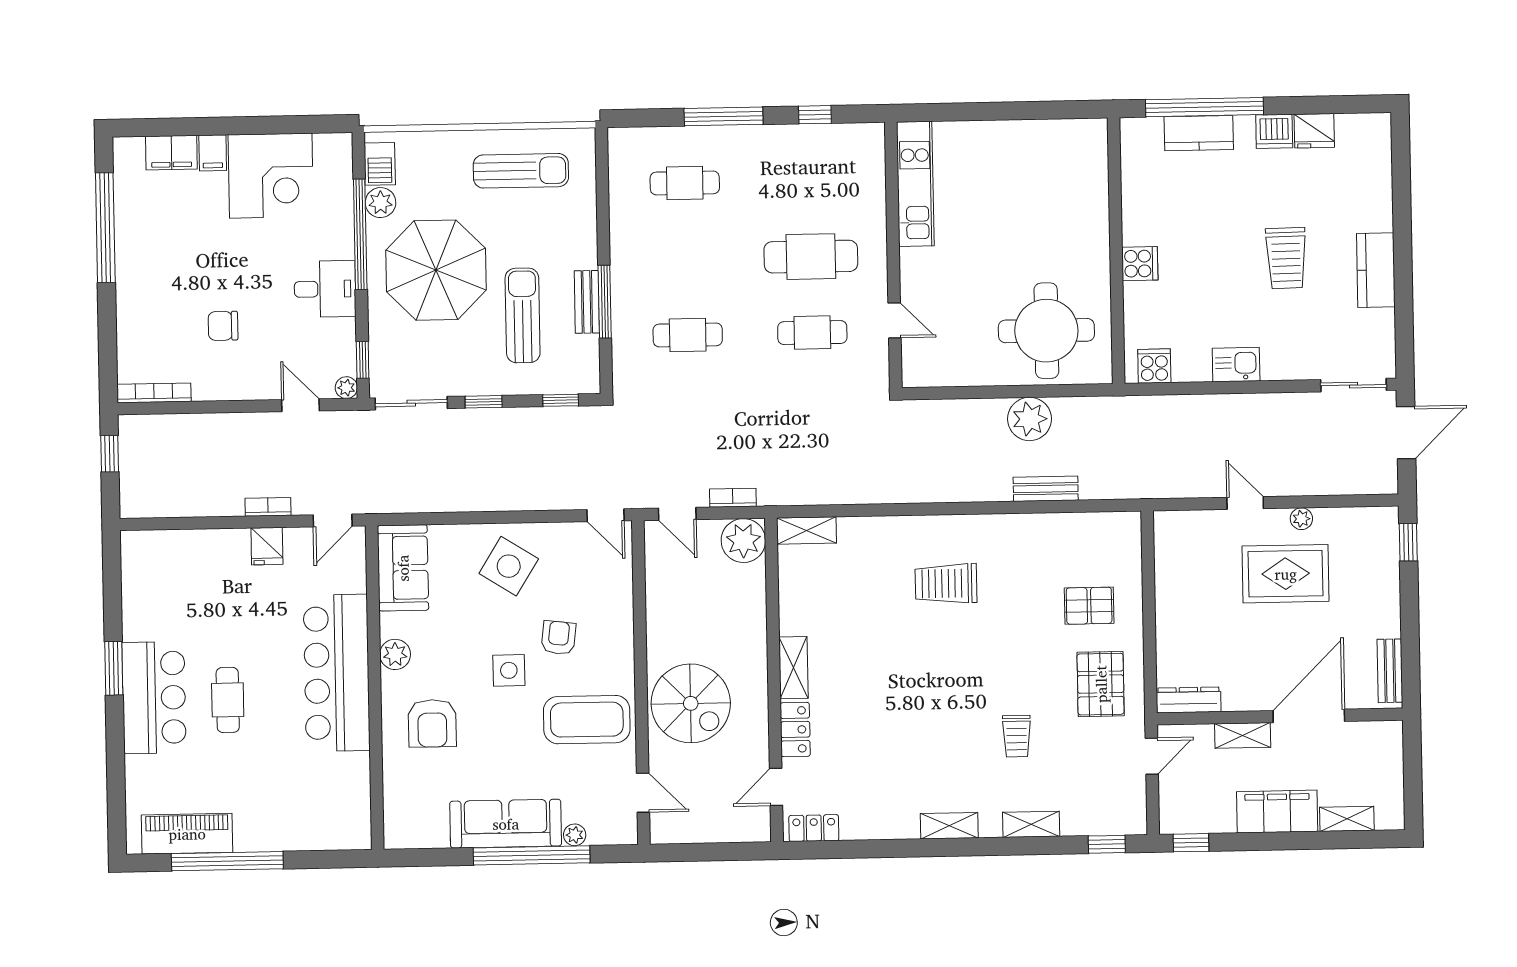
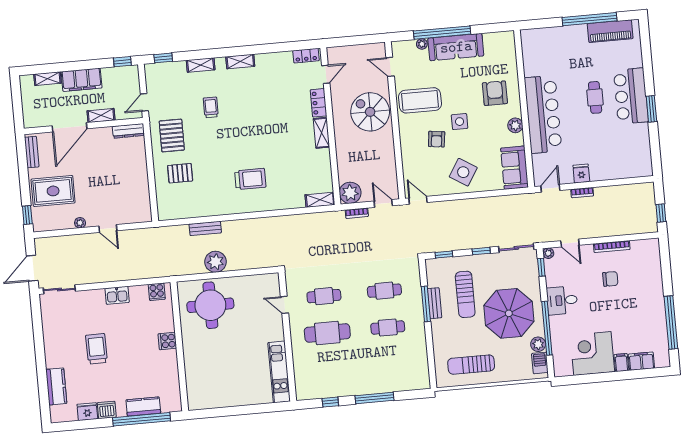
cafe table: (685, 183) -> (388, 327), moved
kitchen counter: (1376, 270) -> (56, 386), moved
bookcase: (154, 393) -> (612, 247), moved
rug: (1286, 574) -> (53, 191), moved

